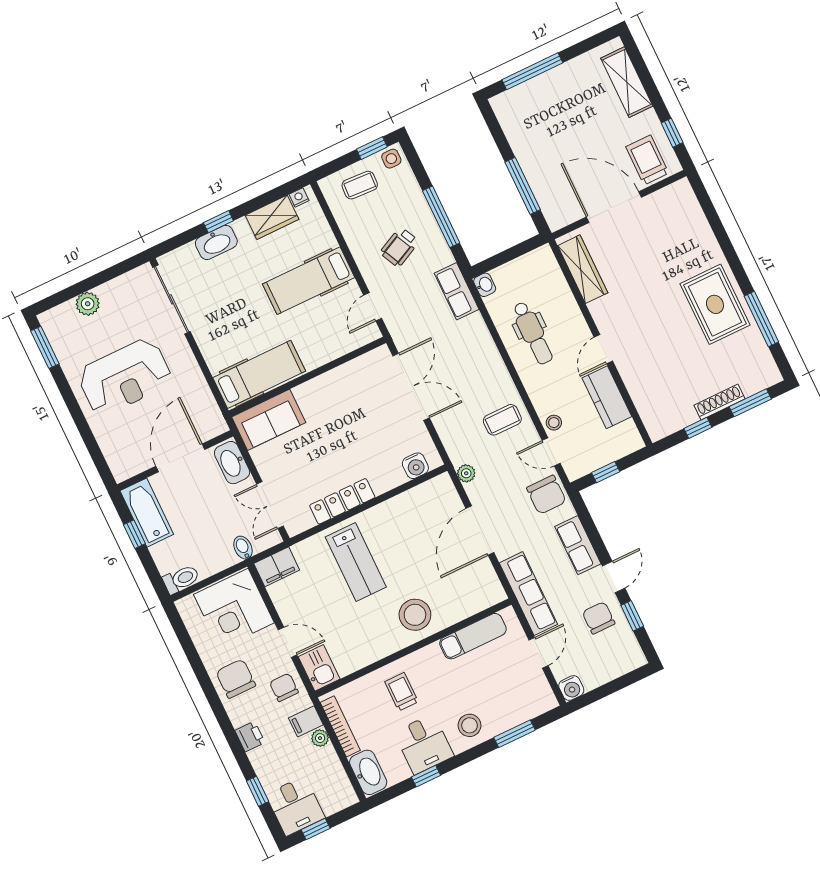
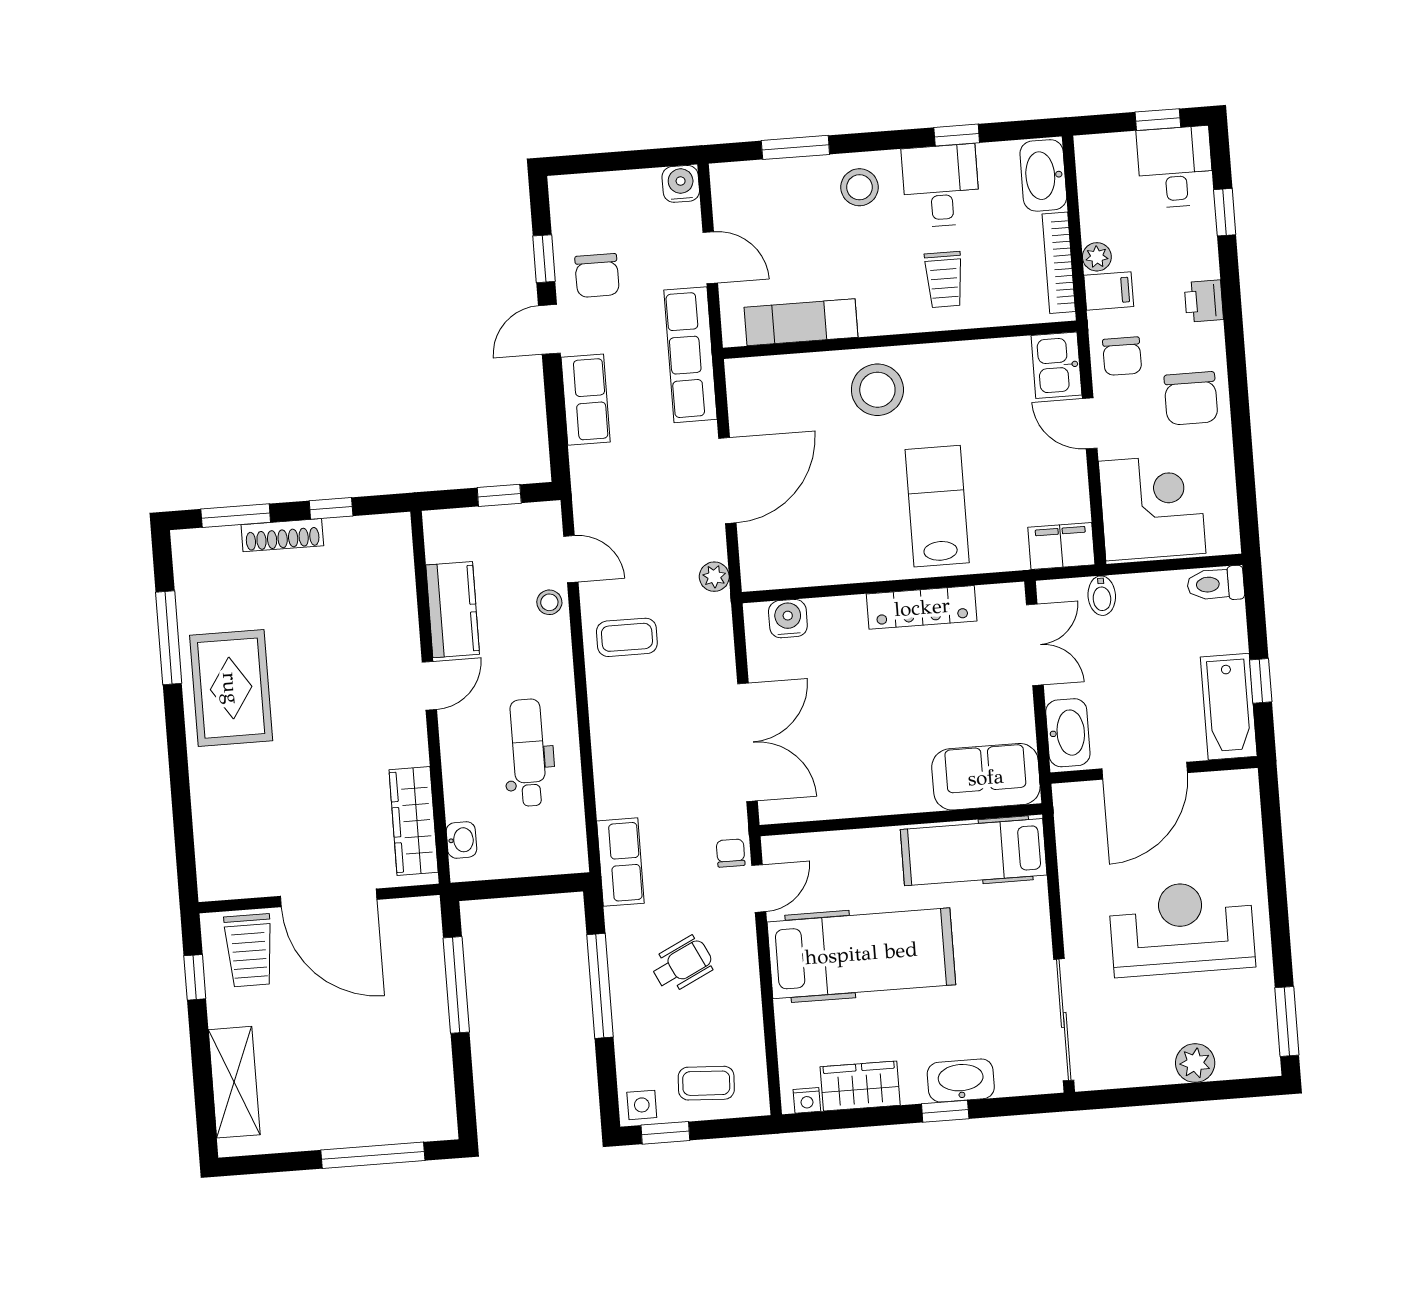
hospital bed: (309, 281) -> (861, 953), width x1.37, depth x1.29
washbasin: (485, 285) -> (461, 840), moved, turned 180
double door: (411, 387) -> (748, 742), swing flipped
chair: (546, 495) -> (731, 853), moved, width x0.54, depth x0.54
door: (538, 653) -> (710, 258), swing flipped

